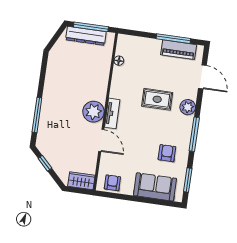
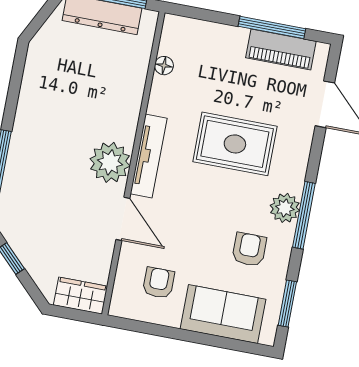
rug: (157, 99) -> (235, 144), width x1.36, depth x1.43
plant: (188, 107) -> (285, 208), moved
tv unit: (112, 113) -> (149, 156), width x1.41
armchair: (112, 183) -> (159, 283), moved

